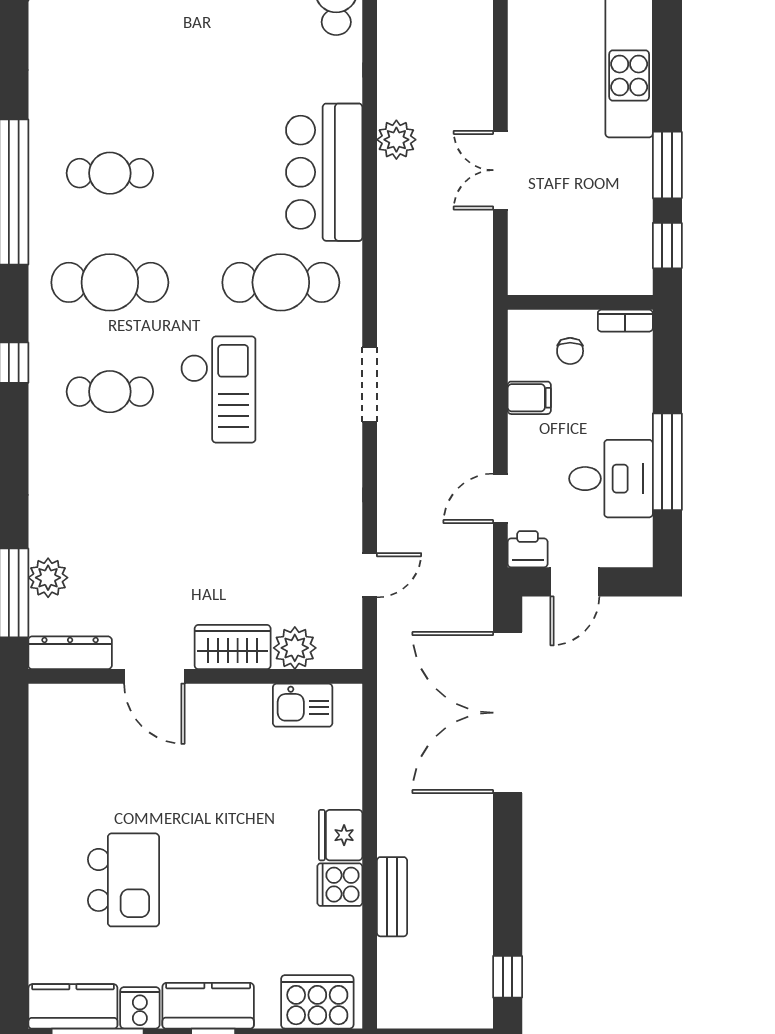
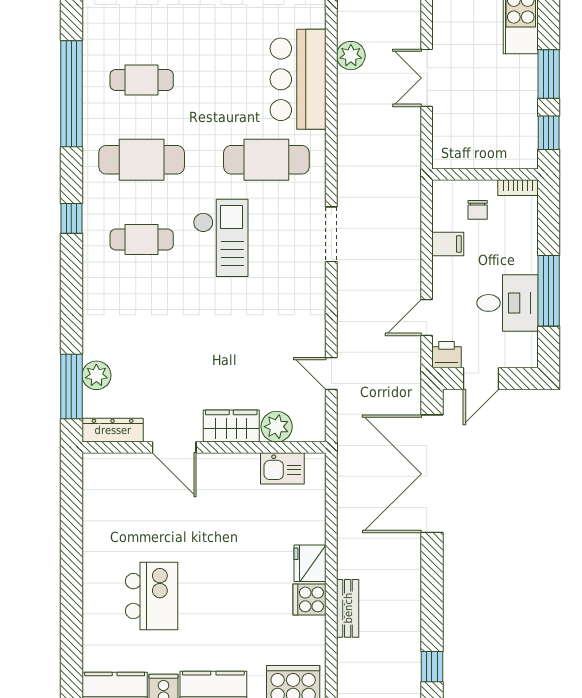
door: (370, 575) -> (331, 374), swing flipped

